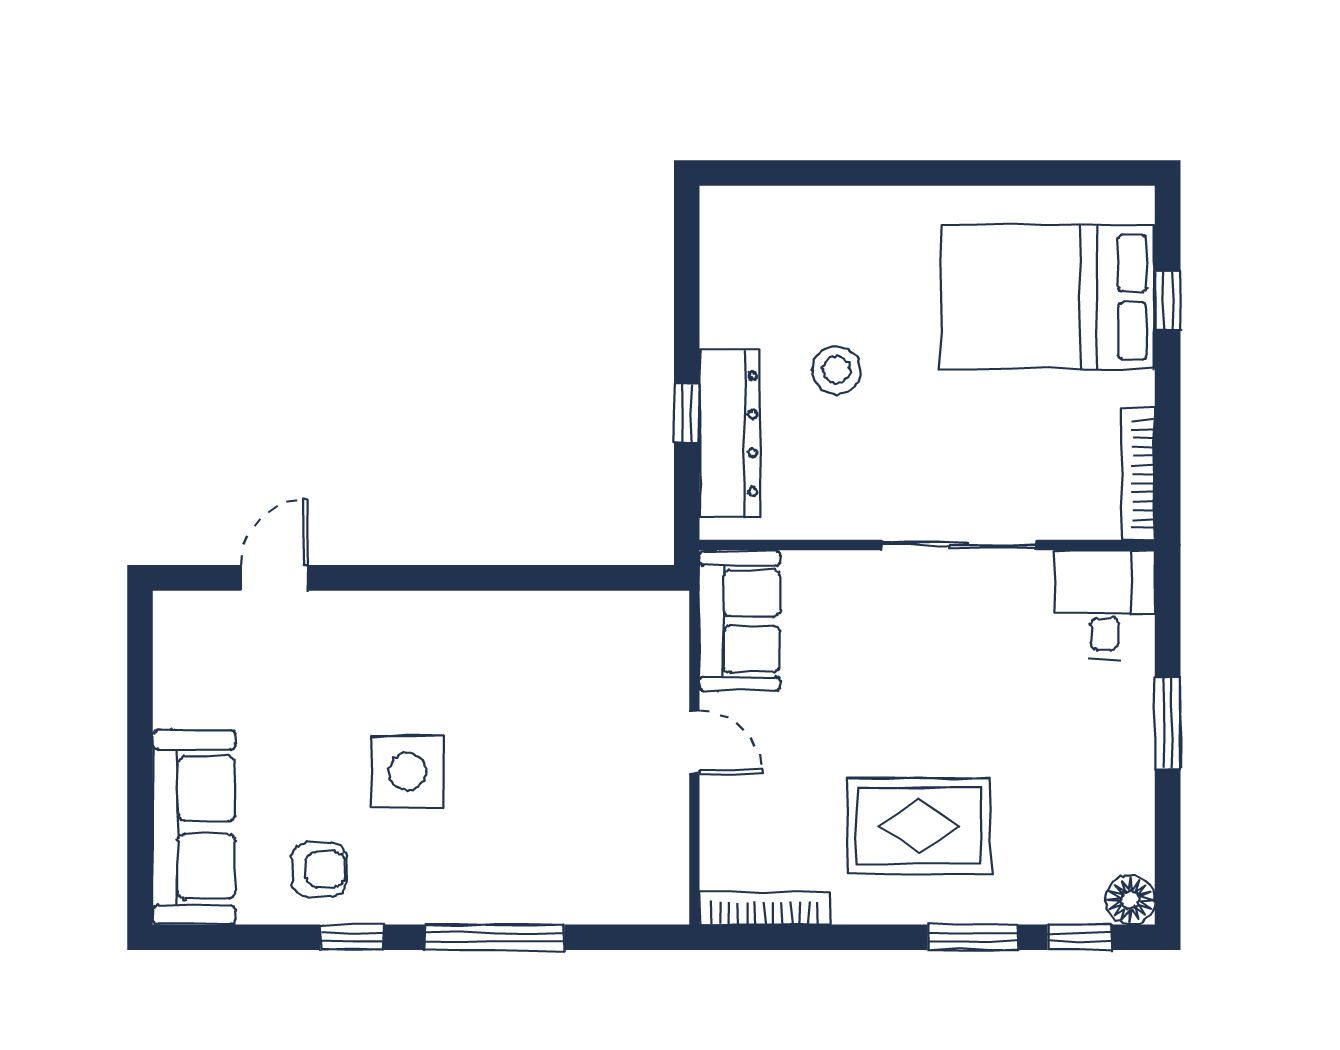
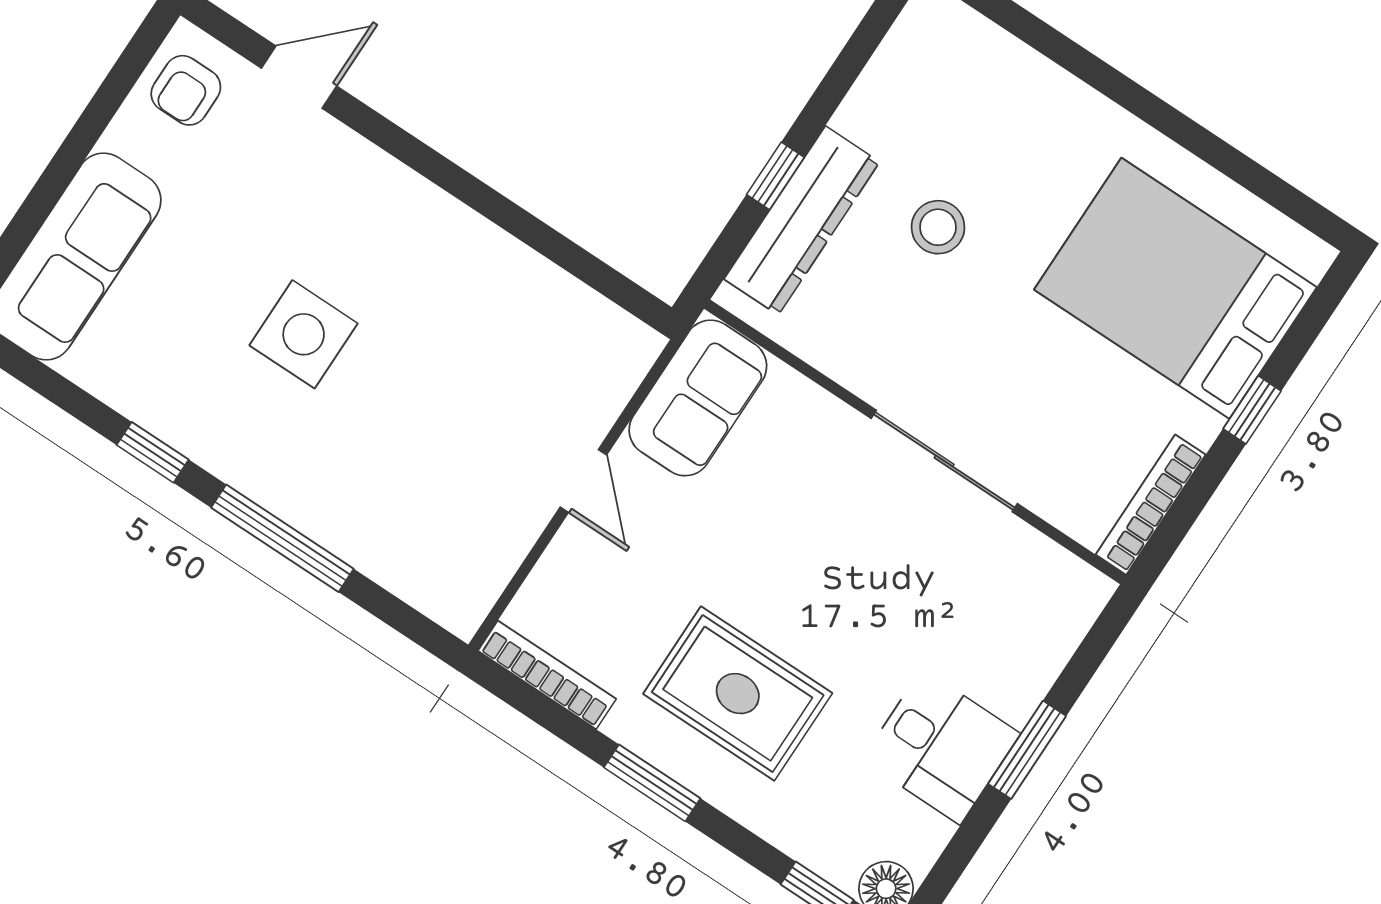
window: (1168, 301) -> (1252, 410), moved
desk: (1105, 604) -> (941, 747), moved, turned 90
armchair: (319, 869) -> (186, 90), moved, turned 90
window: (973, 937) -> (652, 783), moved

